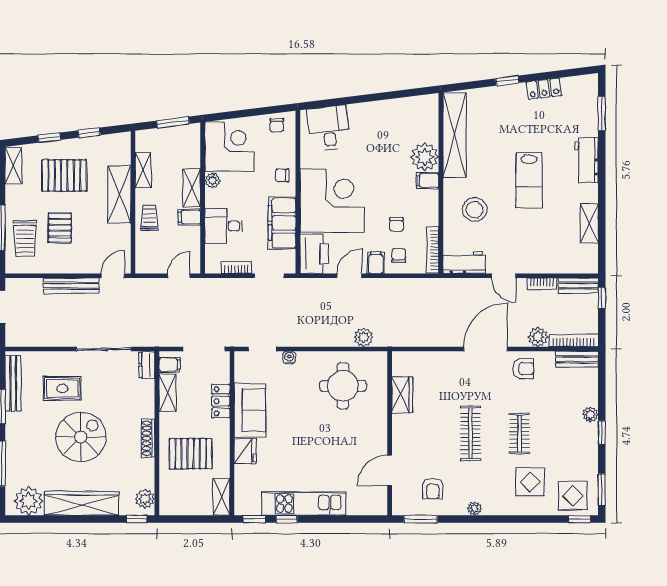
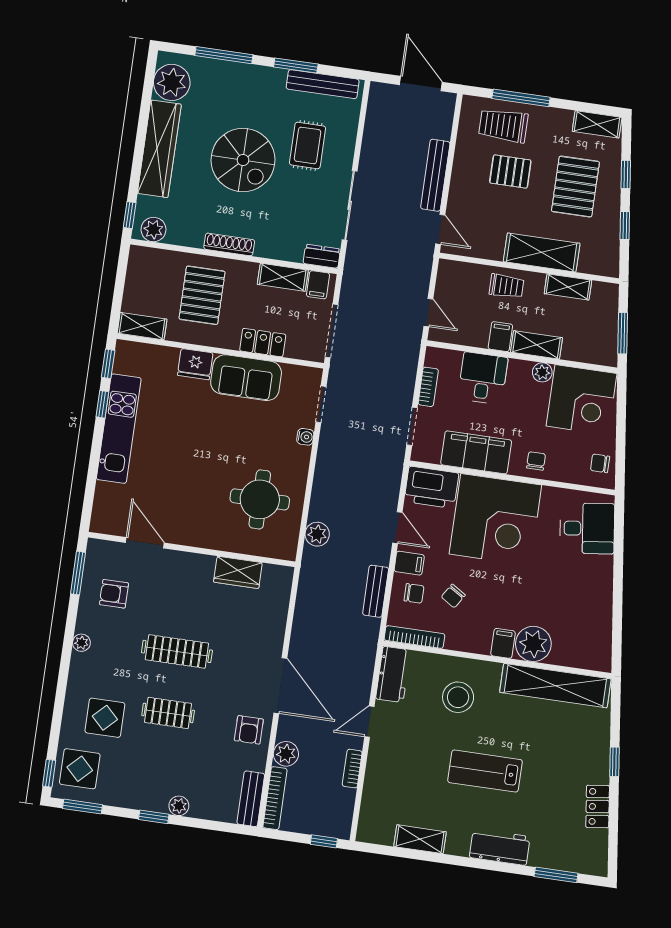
chair: (396, 225) -> (453, 596), turned -58
bench: (578, 286) -> (376, 591), moved

